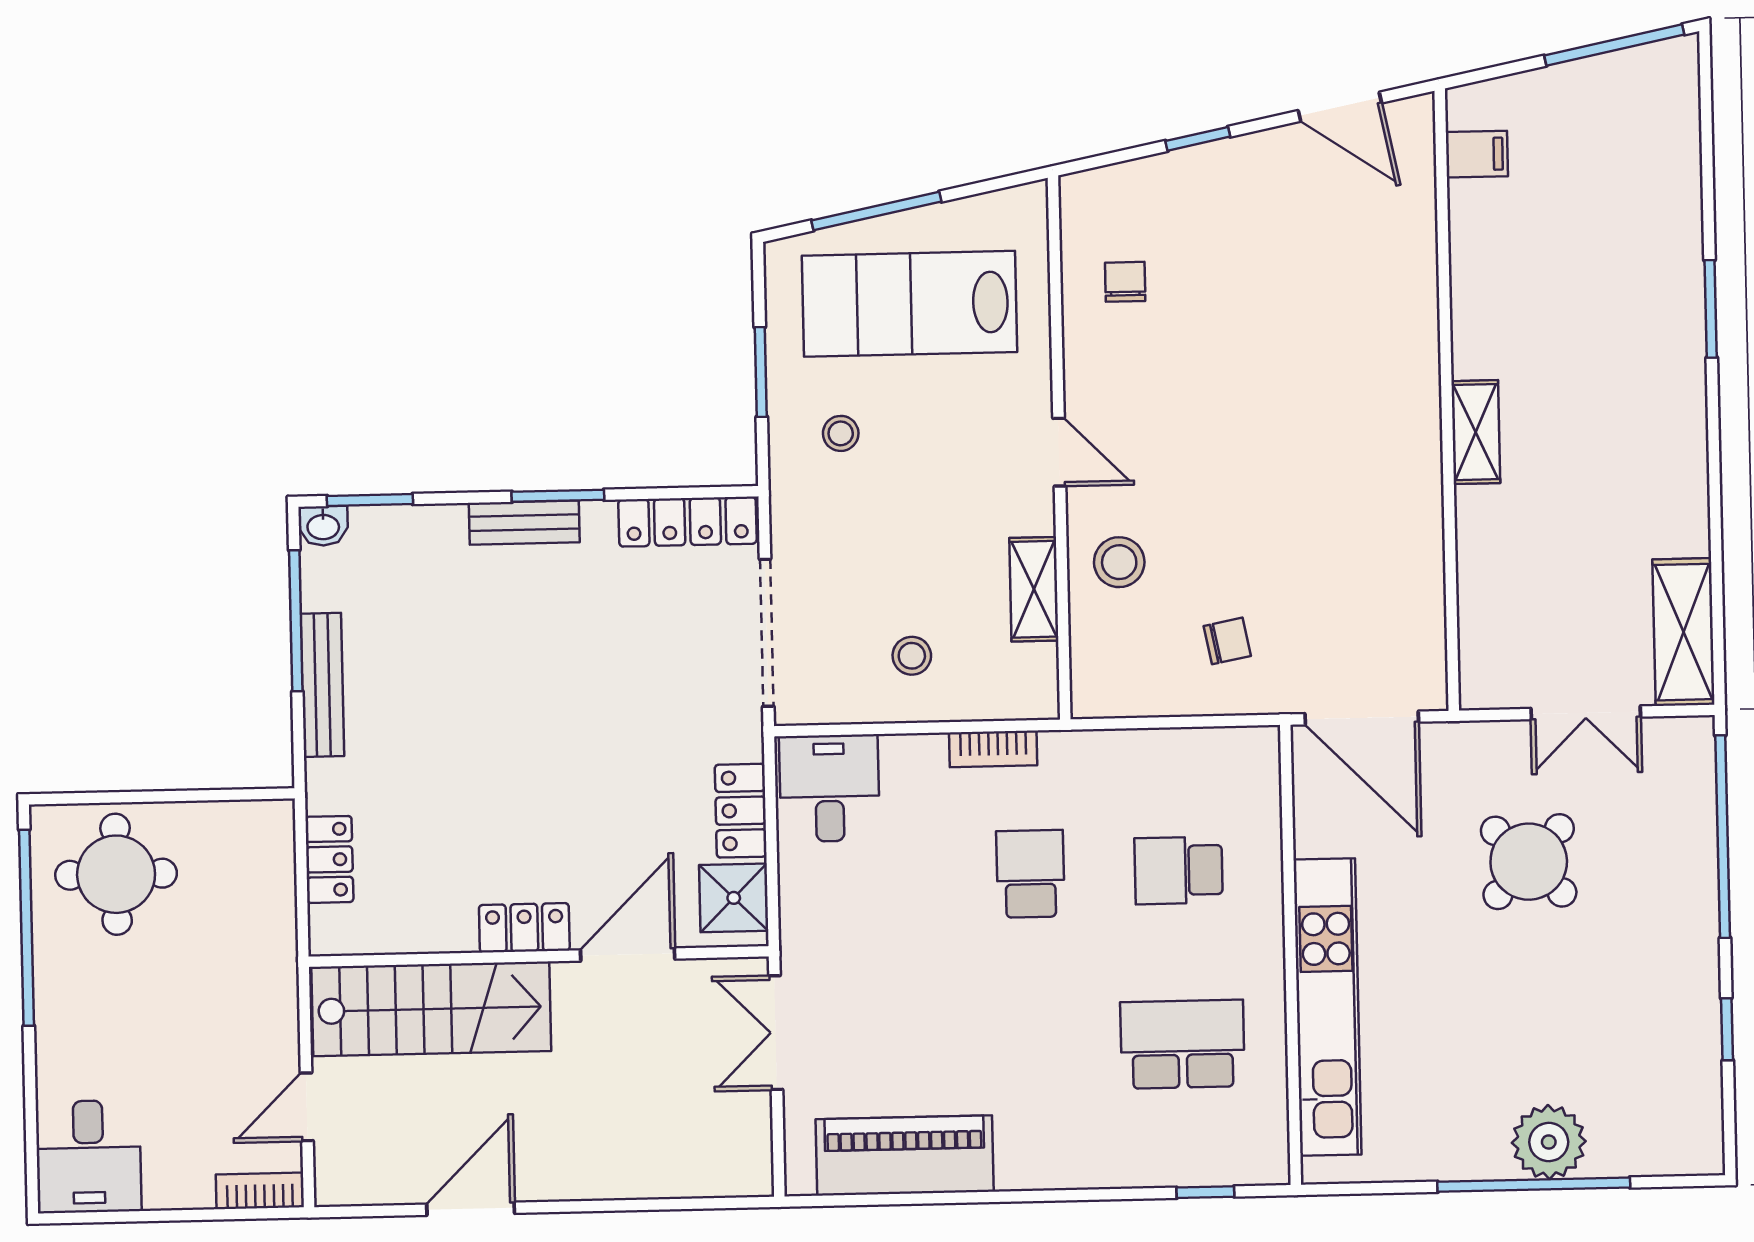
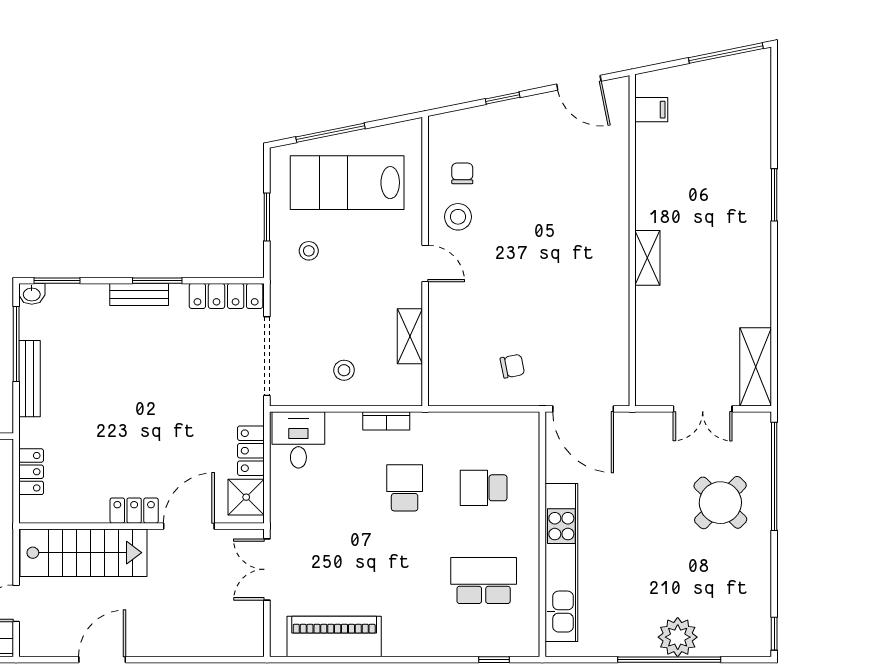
stool: (1119, 562) -> (458, 217), moved
round table: (1529, 862) -> (720, 503), moved
window: (1727, 1029) -> (774, 634), moved

